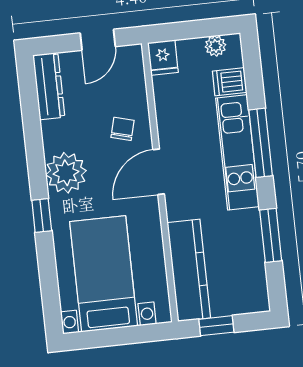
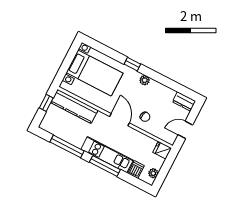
door: (98, 40) -> (185, 130), hinge flipped
dresser: (49, 86) -> (184, 101), width x0.70
plant: (66, 173) -> (145, 80), width x0.53, depth x0.53
window: (271, 235) -> (67, 146), width x1.44

